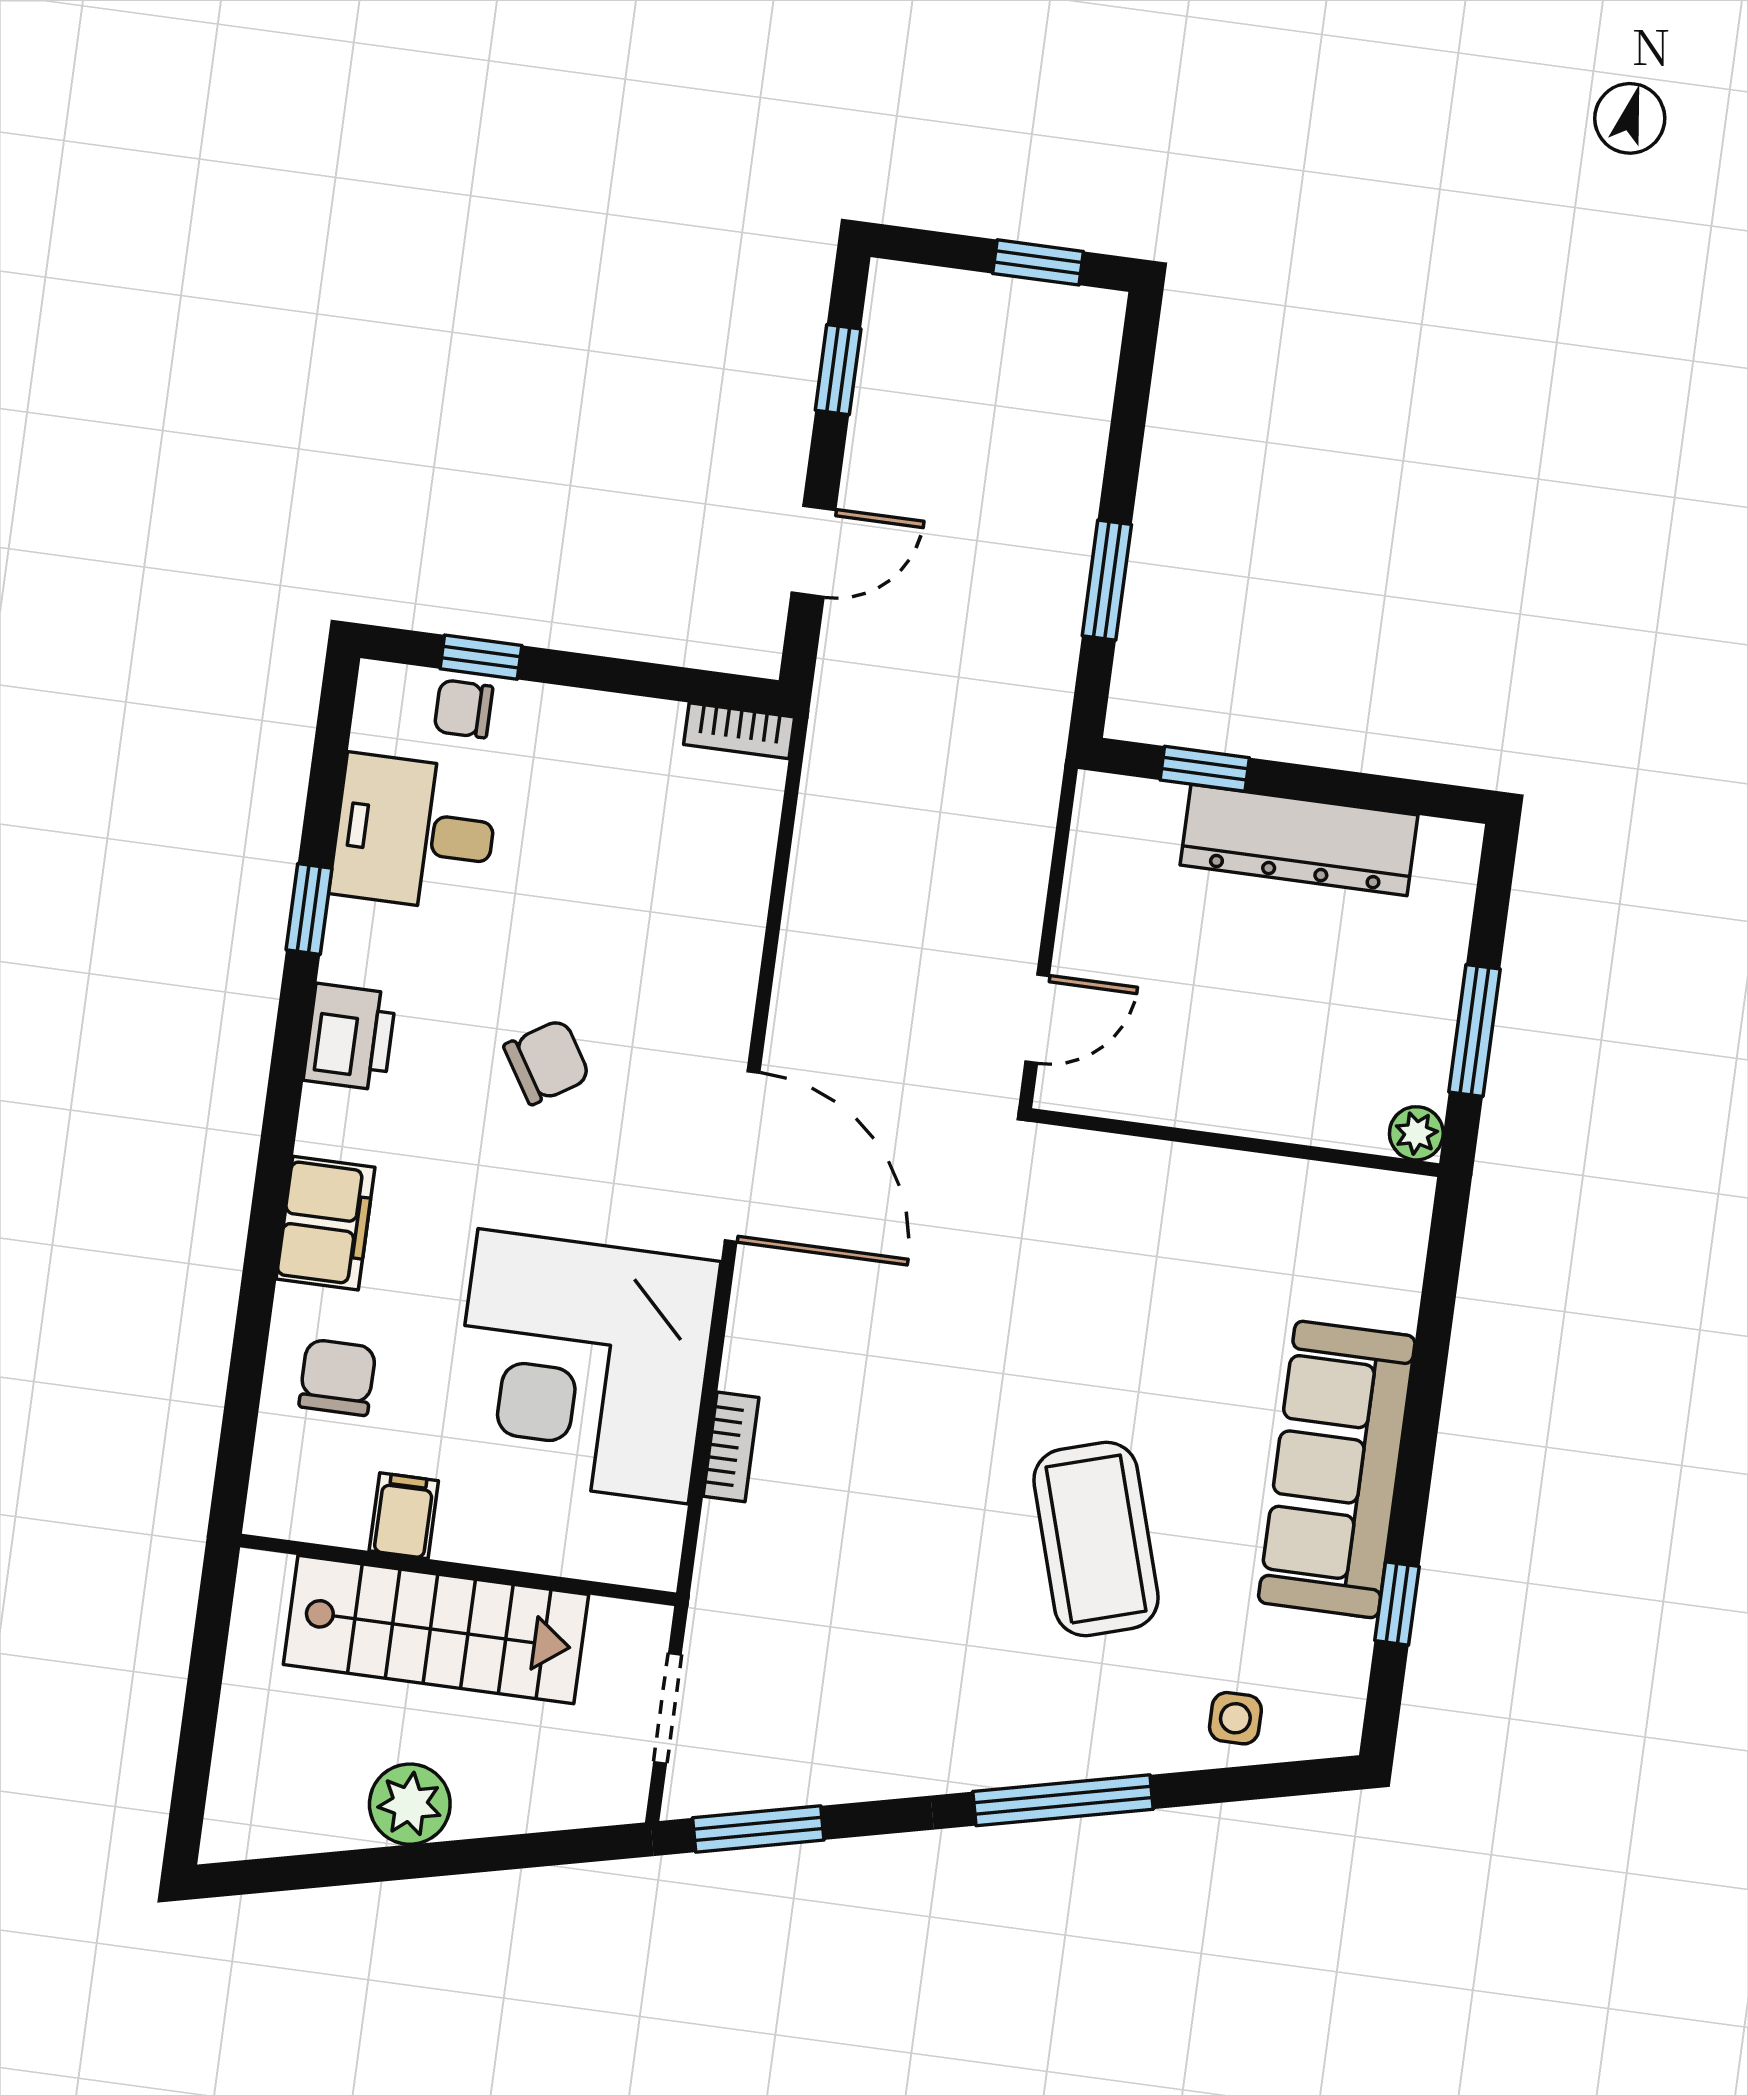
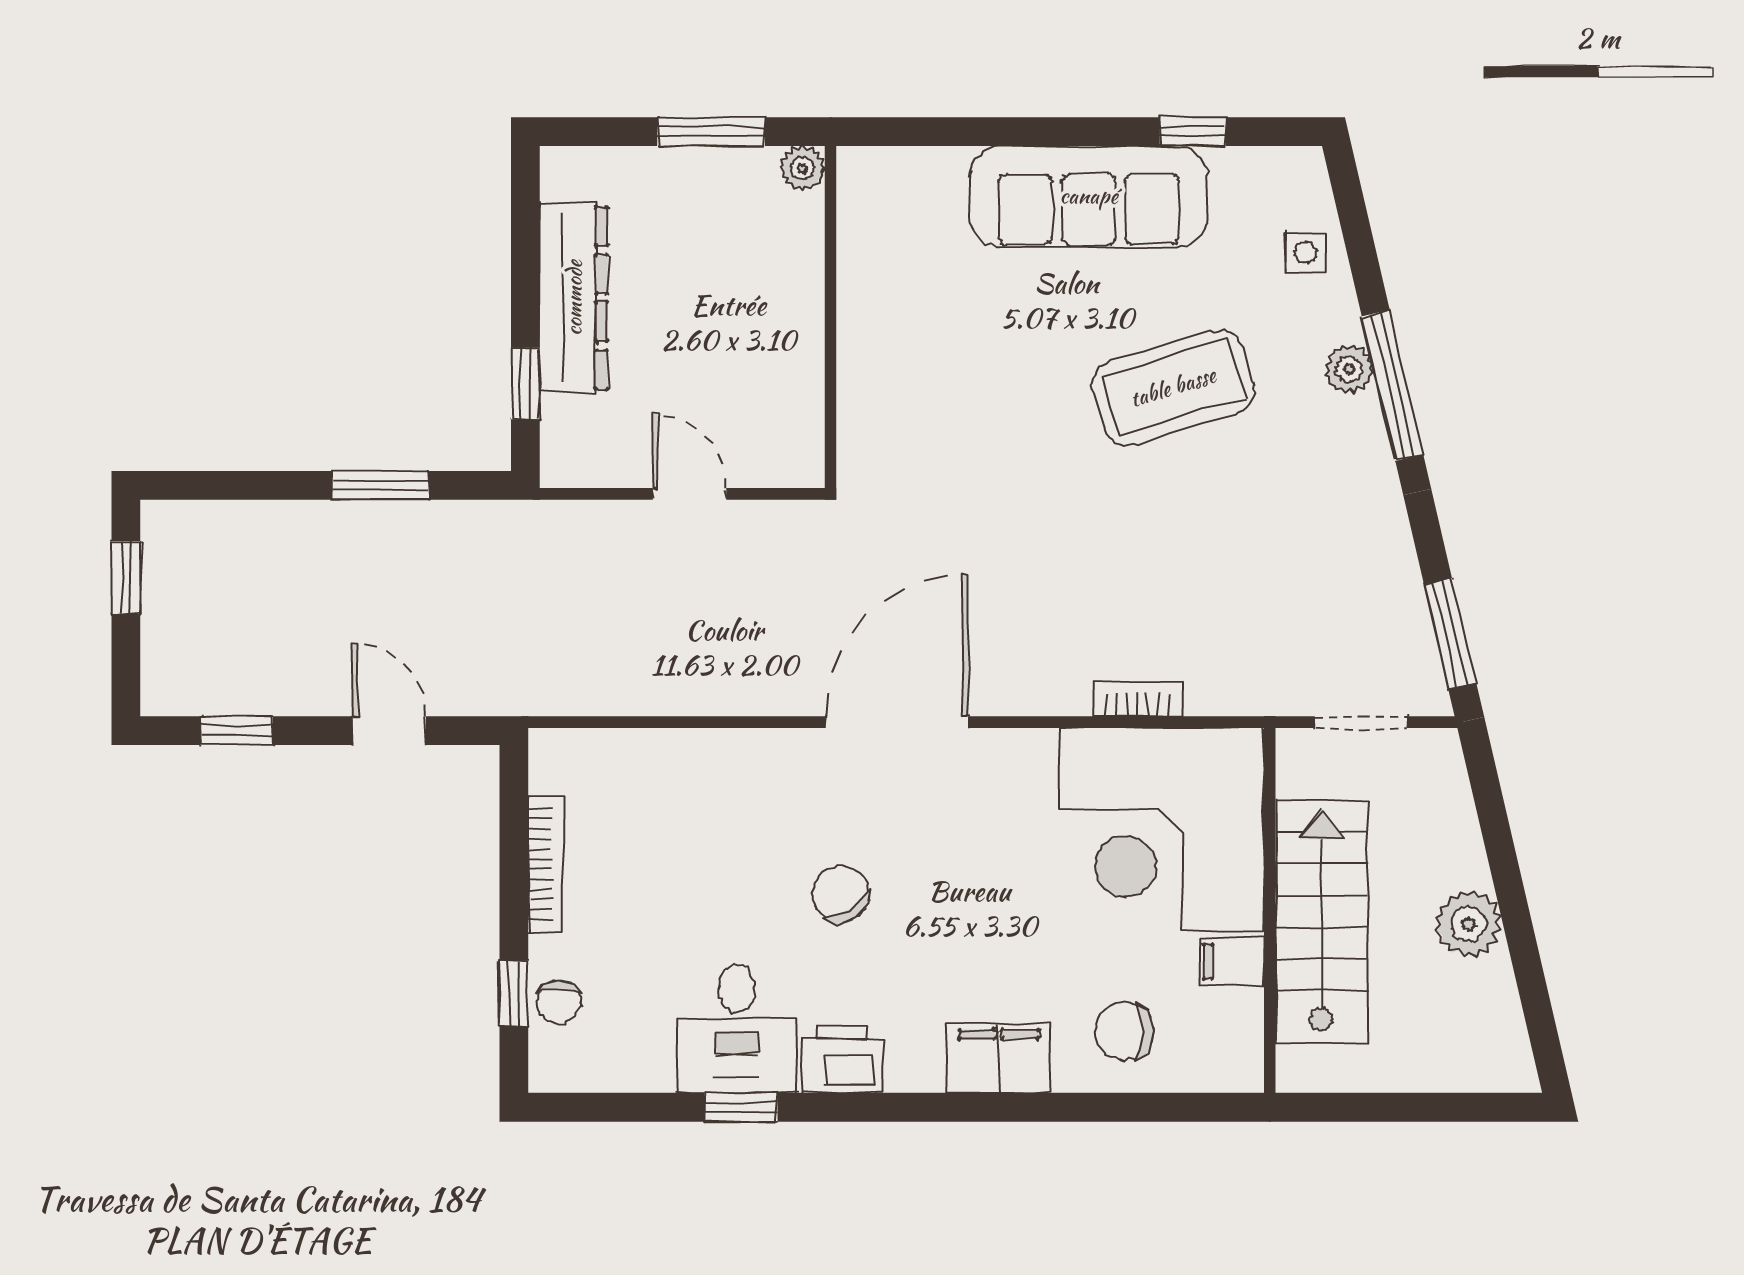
bookcase: (739, 731) -> (546, 863), moved, width x1.56
desk: (415, 833) -> (737, 1029), moved
door: (1037, 1019) -> (690, 494), moved
corner desk: (583, 1366) -> (1162, 830), moved, turned 90
plant: (1089, 1751) -> (1349, 369), added

